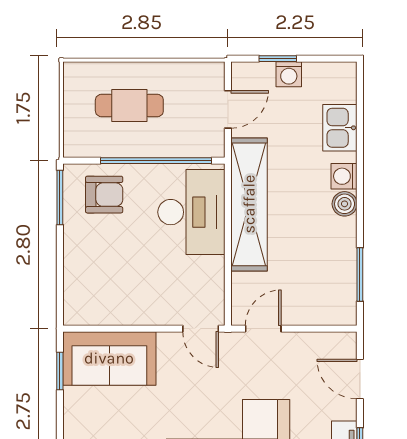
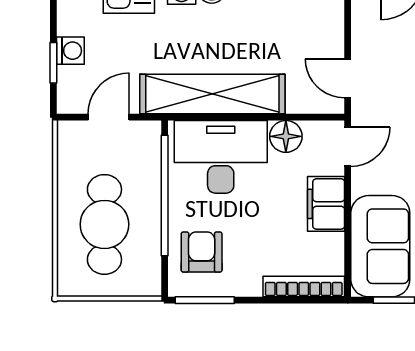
cafe table: (129, 105) -> (104, 224), width x1.37, depth x1.35
door: (228, 109) -> (109, 117), hinge flipped
floor lamp: (210, 272) -> (286, 136), added
bookcase: (72, 288) -> (304, 286), added
filing cabinet: (148, 309) -> (326, 204), added

